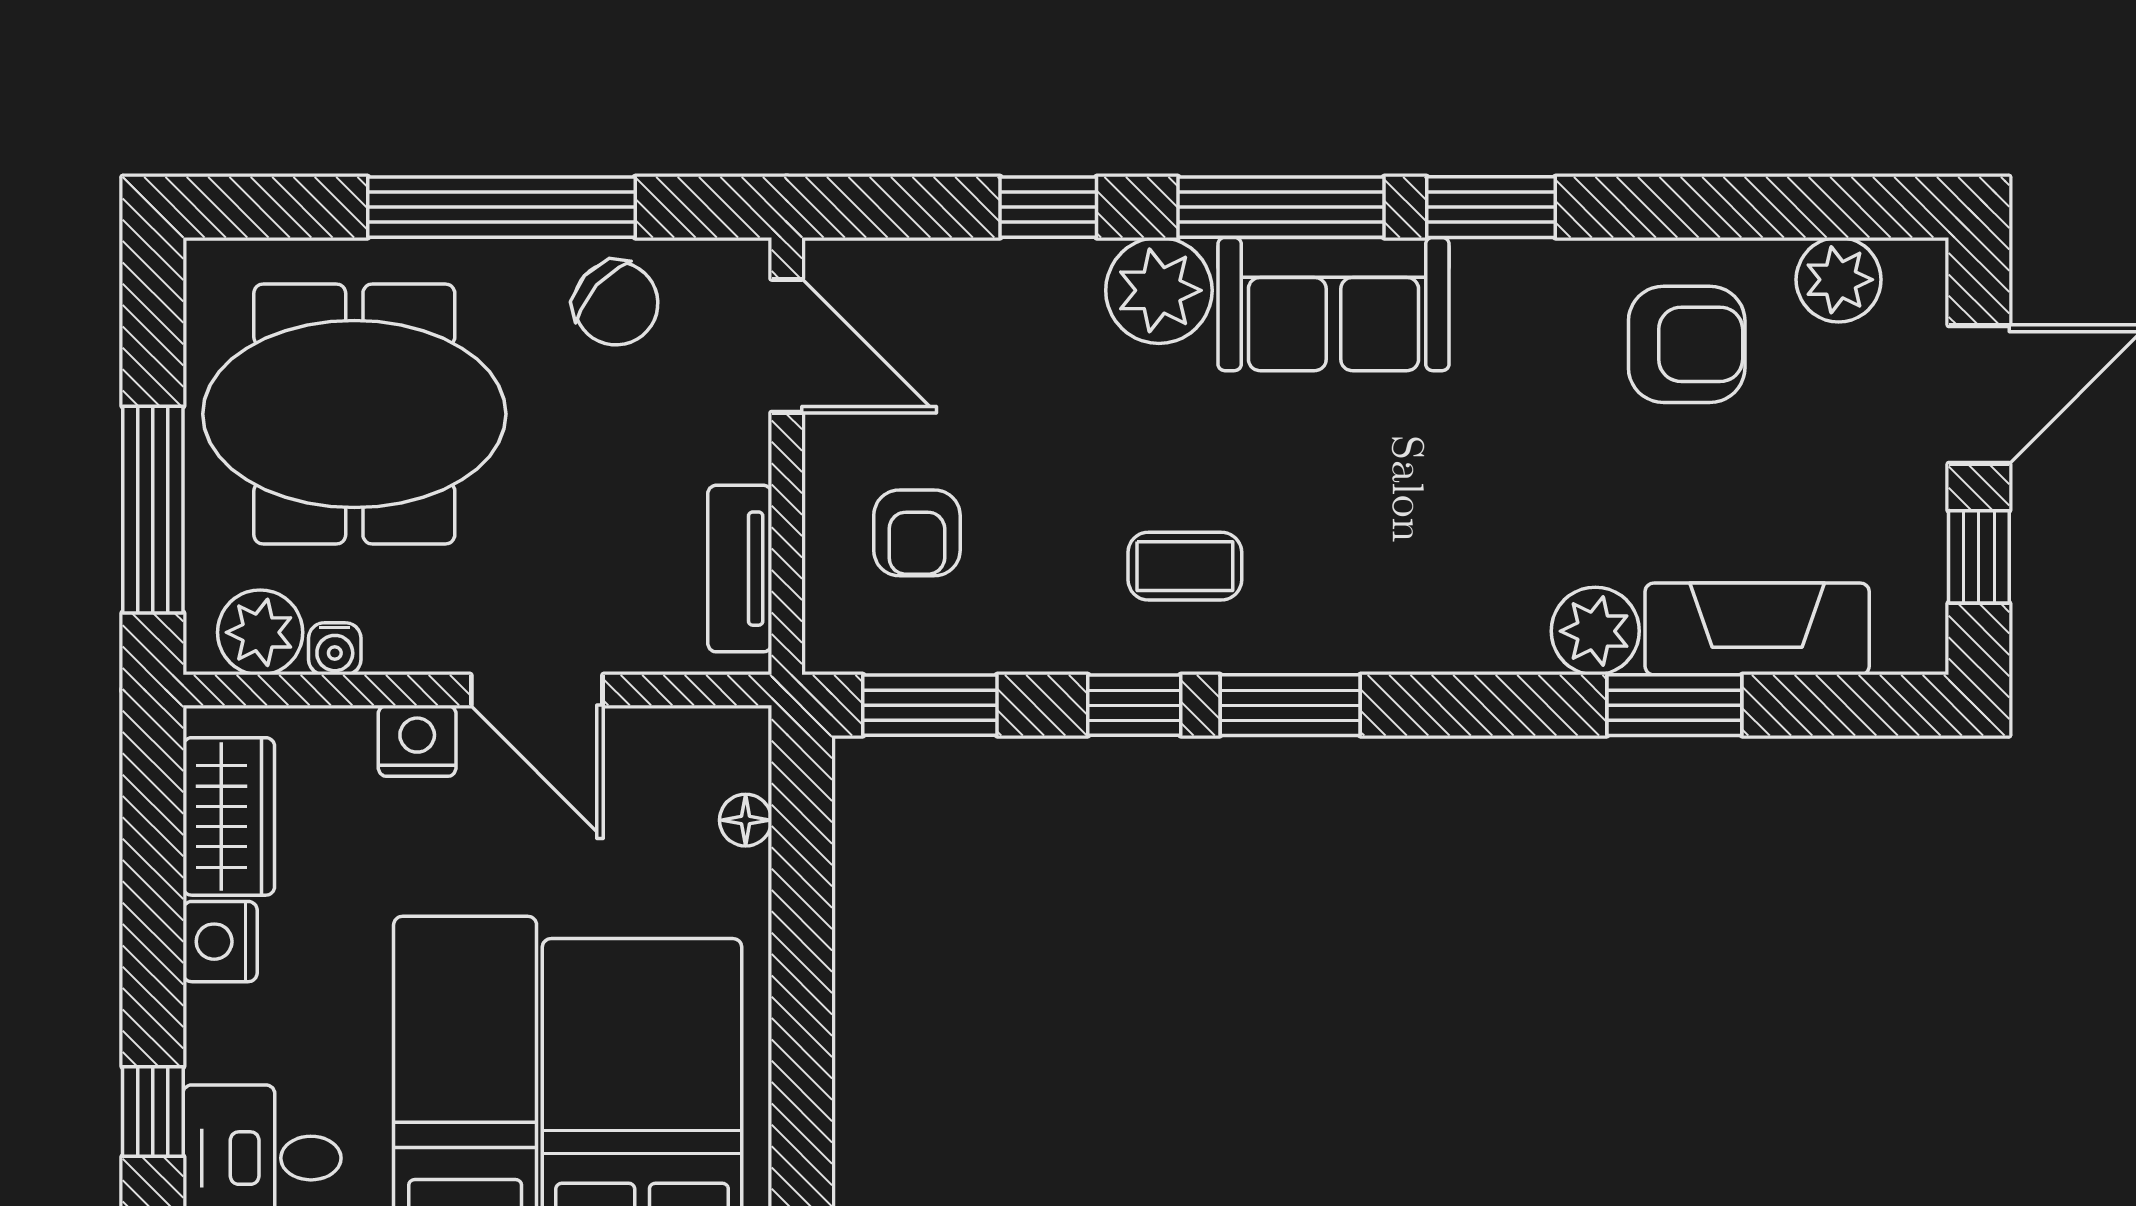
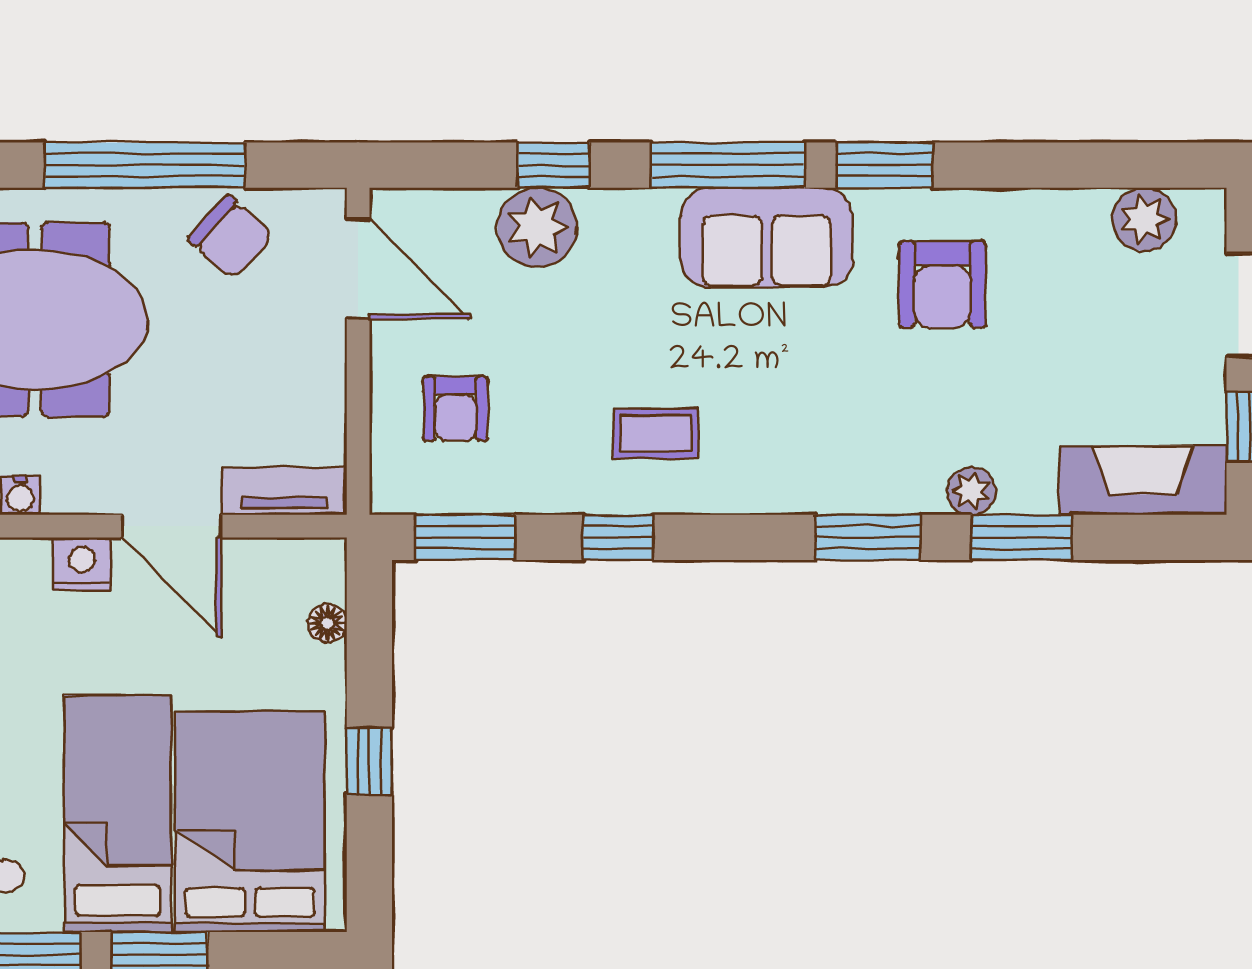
plant: (1159, 290) -> (537, 227), moved
armchair: (1687, 344) -> (942, 284), moved, turned 90
tv unit: (740, 569) -> (284, 491), moved, turned 90
fireplace: (1757, 629) -> (1143, 480), moved
plant: (1595, 631) -> (971, 491), width x0.73, depth x0.73
window: (1290, 705) -> (868, 537), moved
window: (802, 1005) -> (369, 762), added

